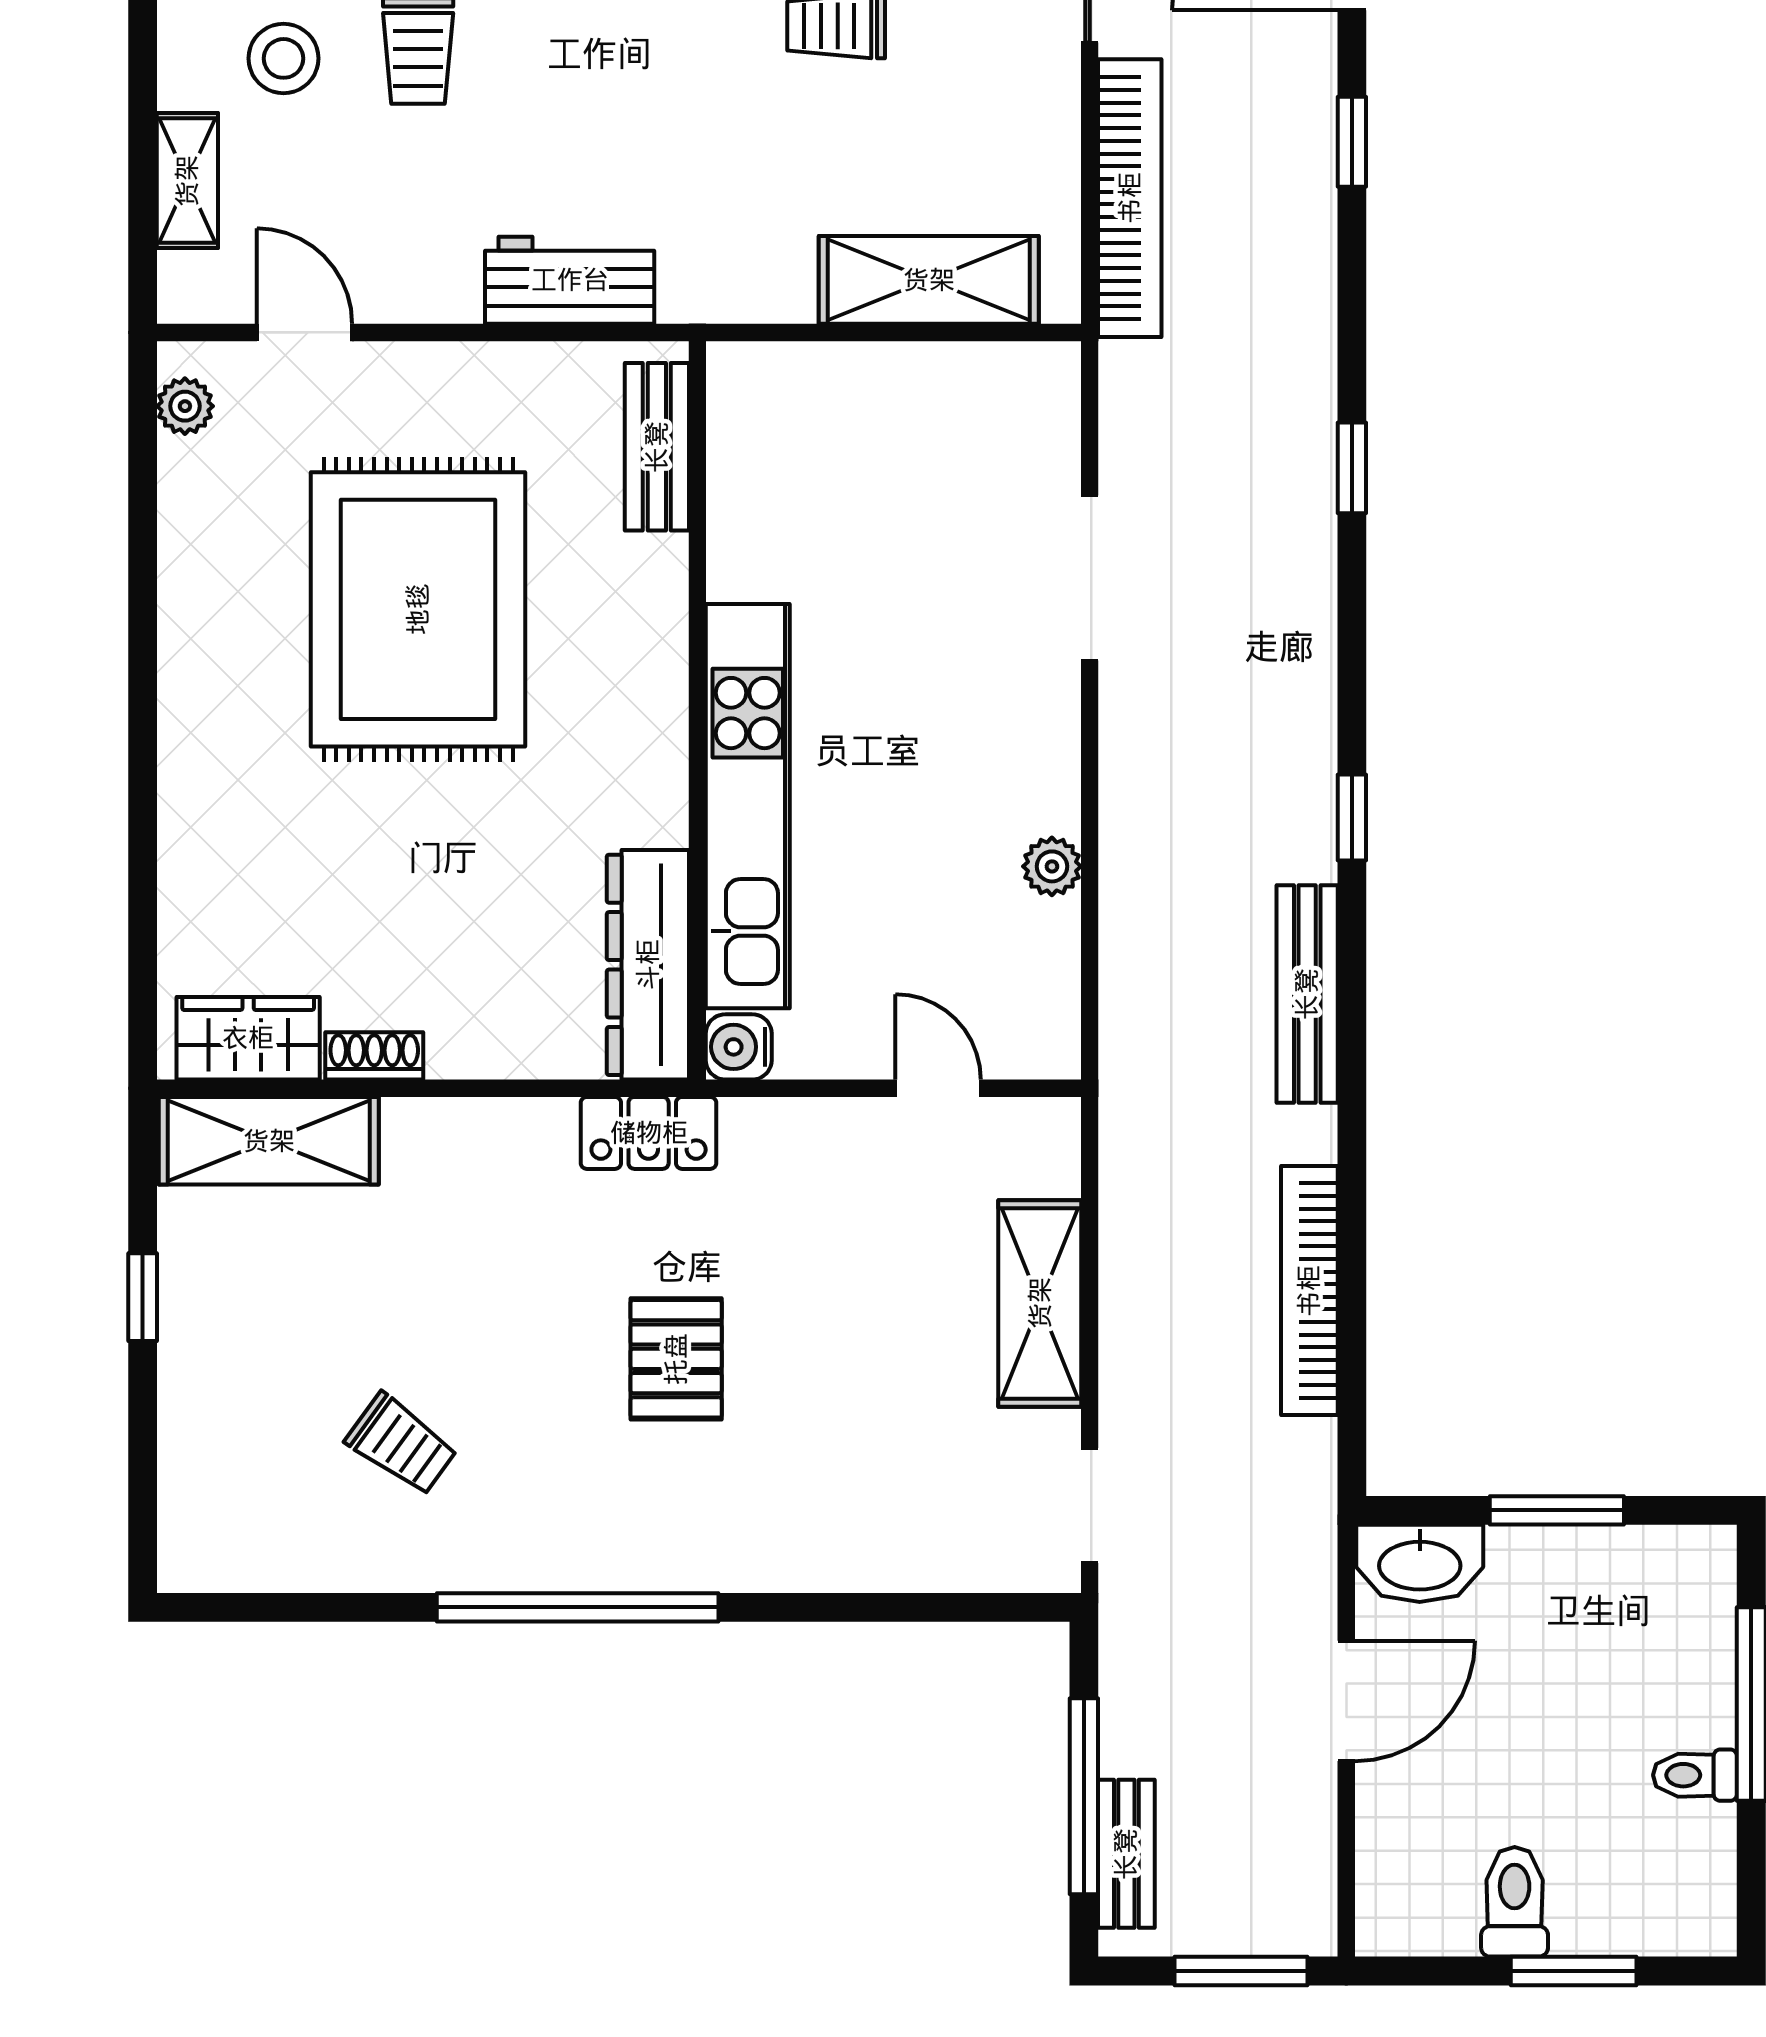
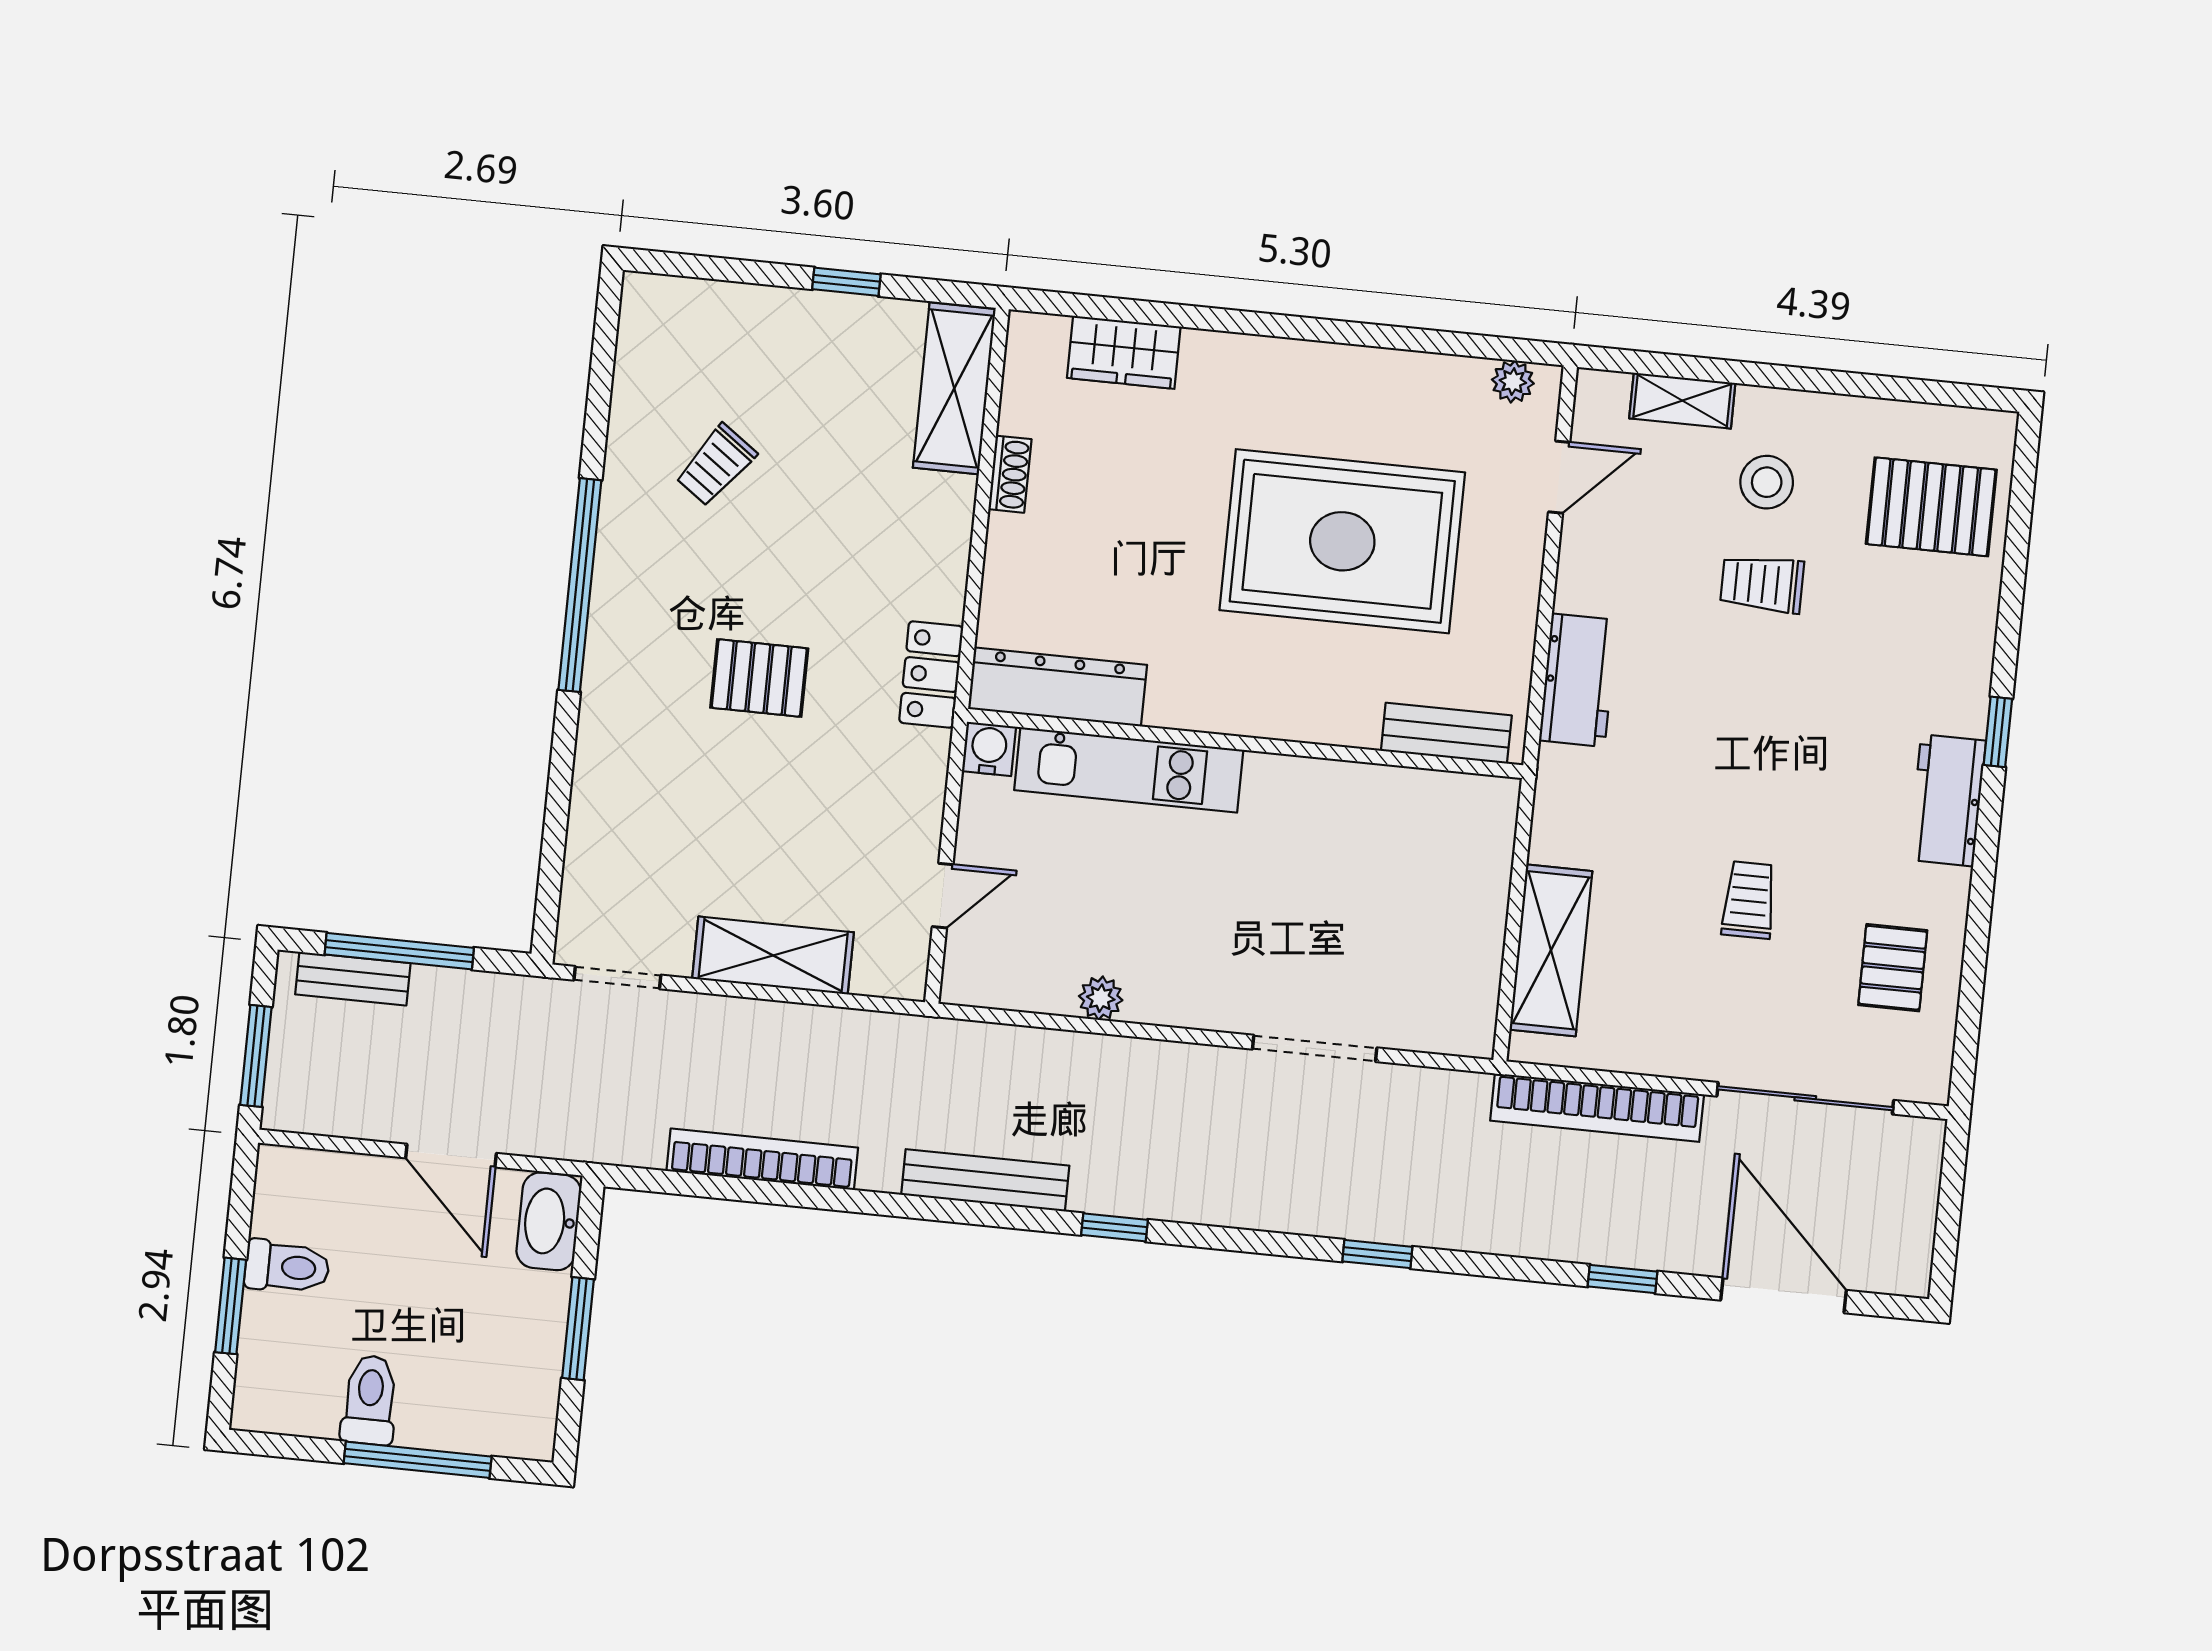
kitchen unit: (748, 806) -> (1129, 770), width x0.73
wardrobe: (248, 1038) -> (1124, 352), moved, turned 90
toilet: (1695, 1775) -> (370, 1400), width x1.37, depth x1.39

